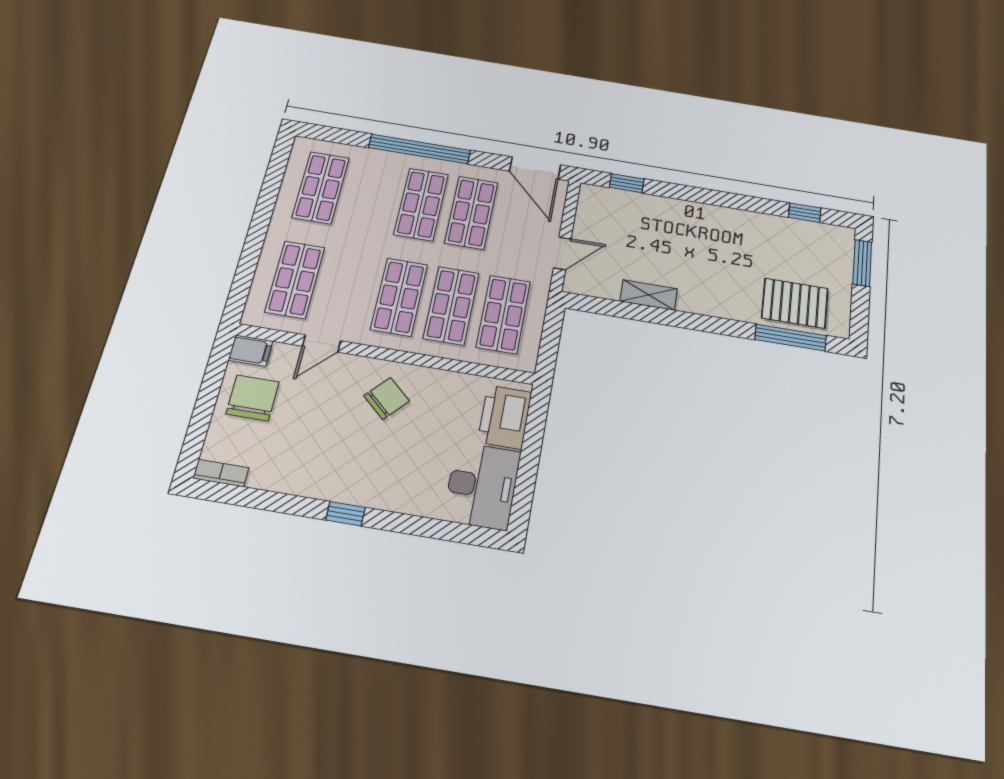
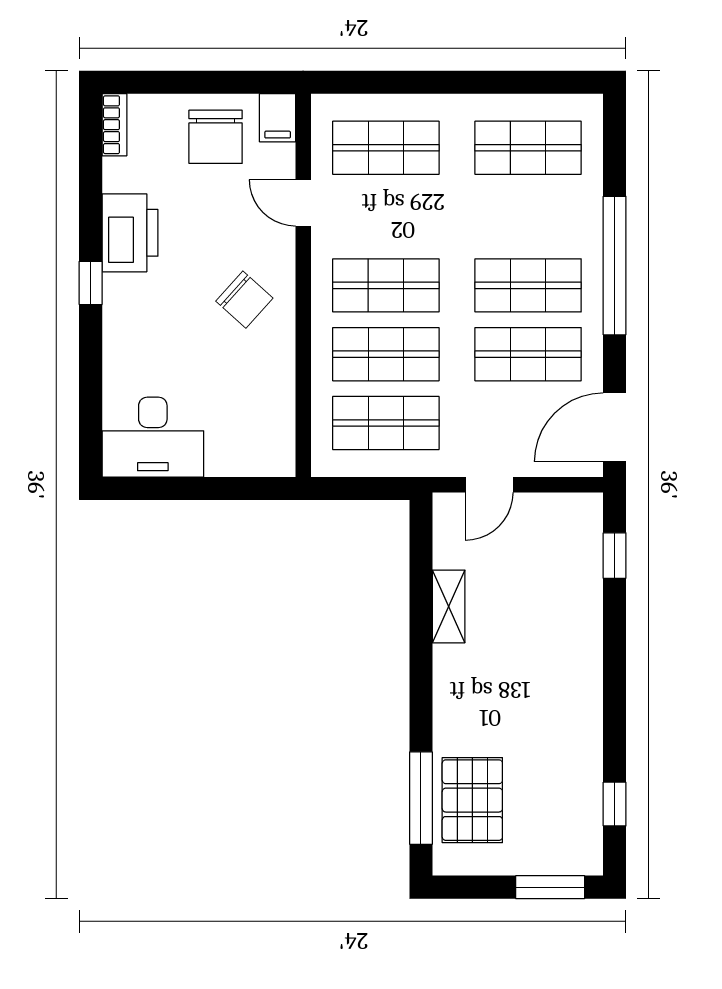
door: (562, 253) -> (489, 485), hinge flipped
chair: (253, 398) -> (216, 137), turned 90
printer: (505, 417) -> (130, 233), moved, turned 90

